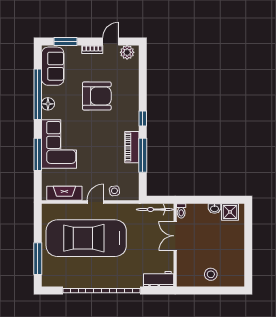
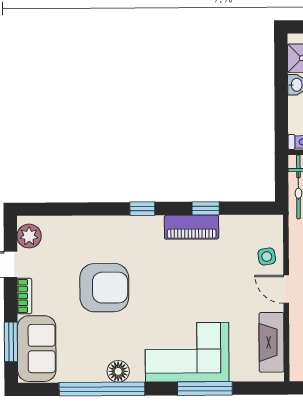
sofa: (53, 66) -> (37, 349), moved, turned 90
armchair: (97, 96) -> (104, 288), turned 90
window: (143, 155) -> (206, 208), width x0.46

